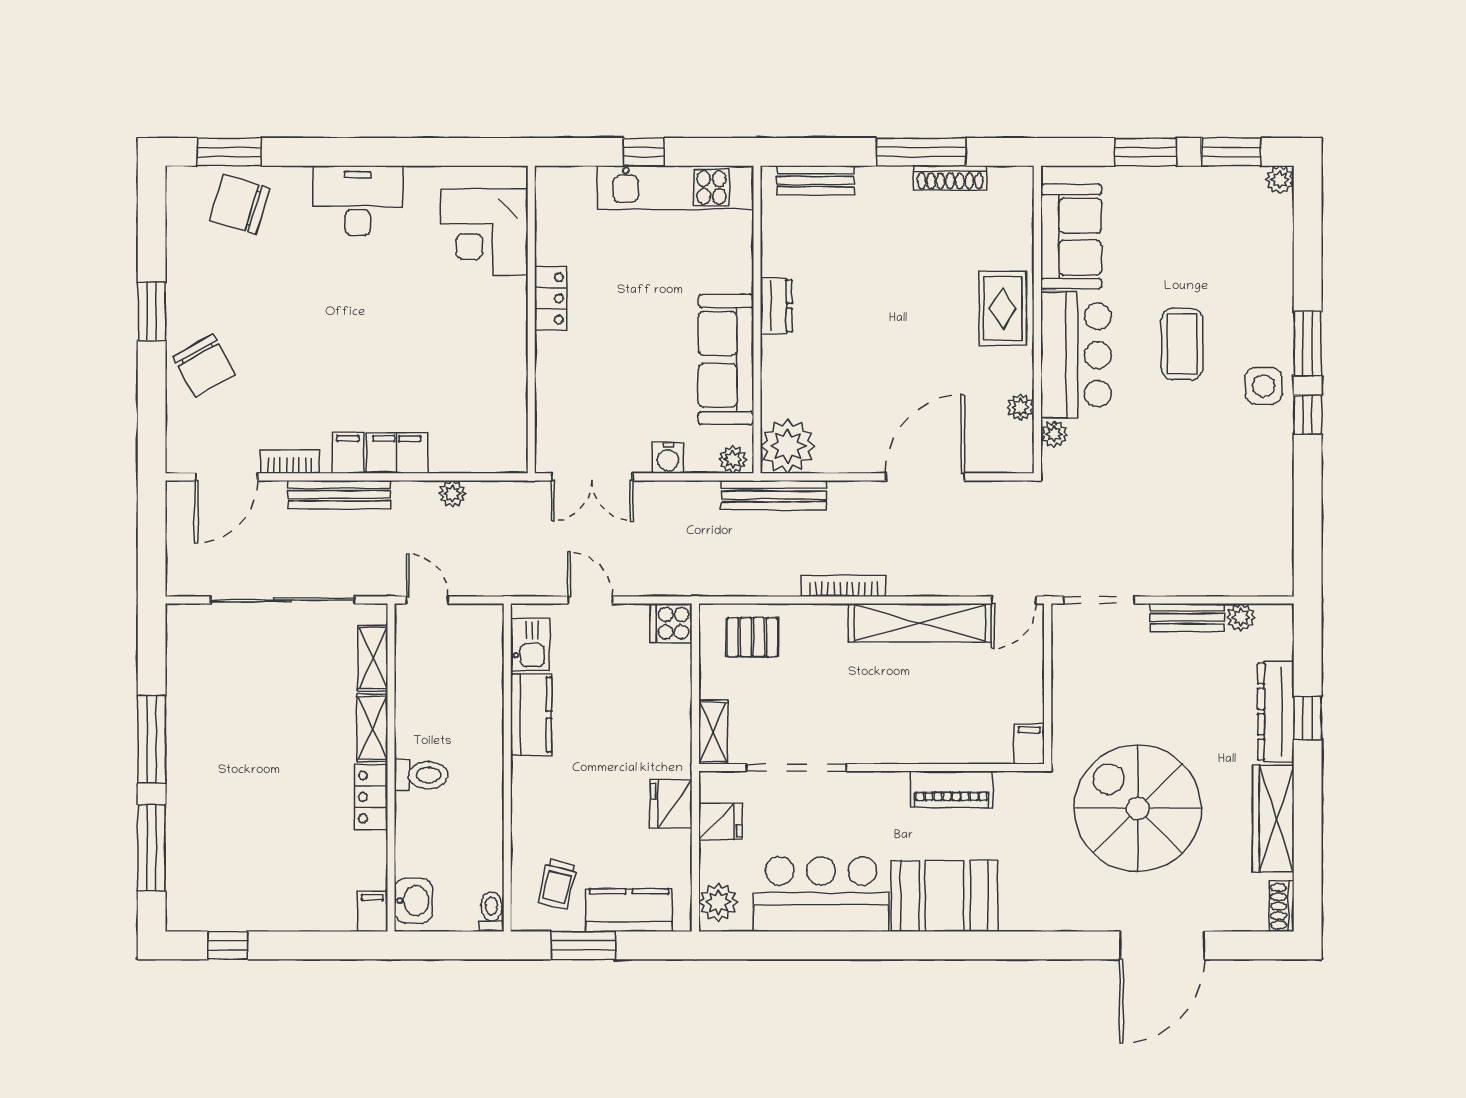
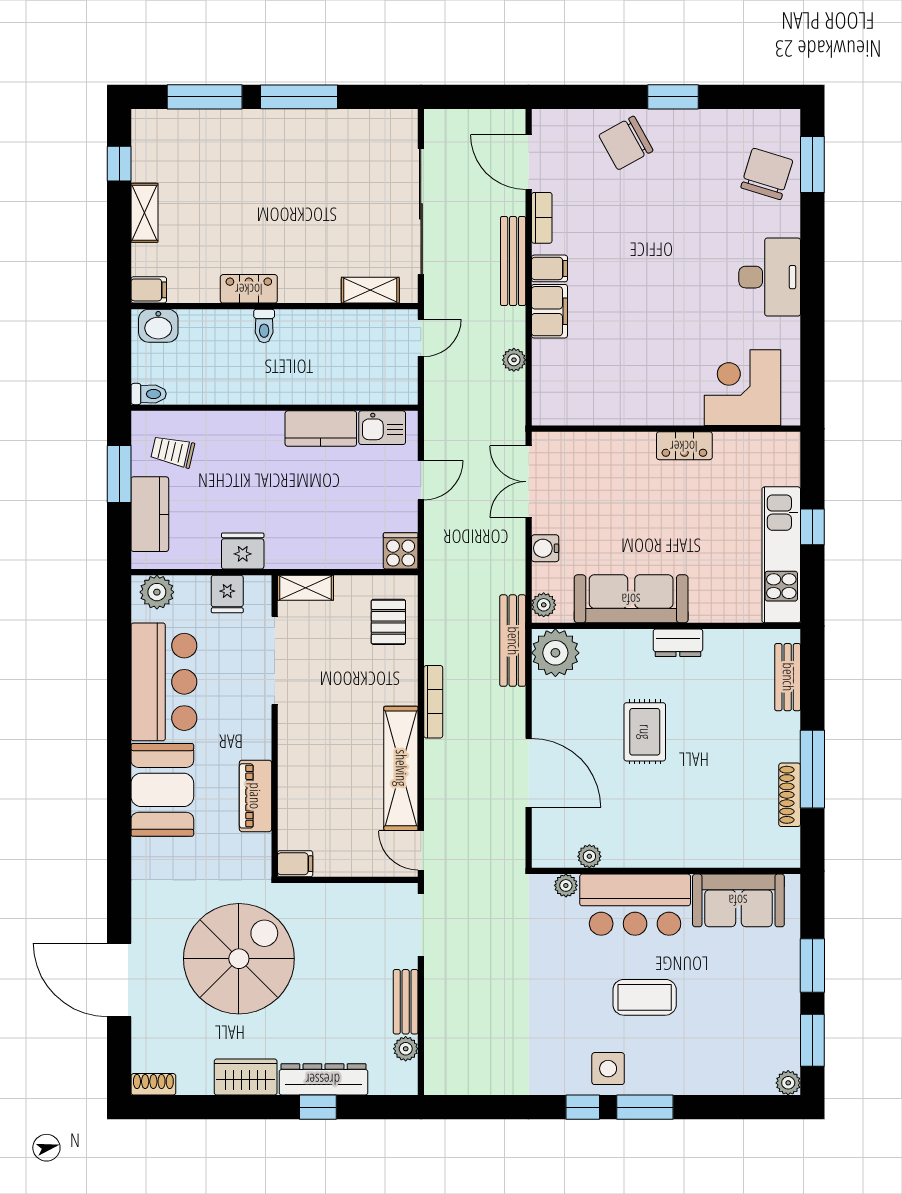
rug: (1003, 308) -> (645, 732), moved, turned 90
shelving: (372, 728) -> (144, 213), moved, turned 90
toilet: (421, 775) -> (264, 326), width x0.73, depth x0.72
wardrobe: (1273, 819) -> (246, 1077), width x0.67

